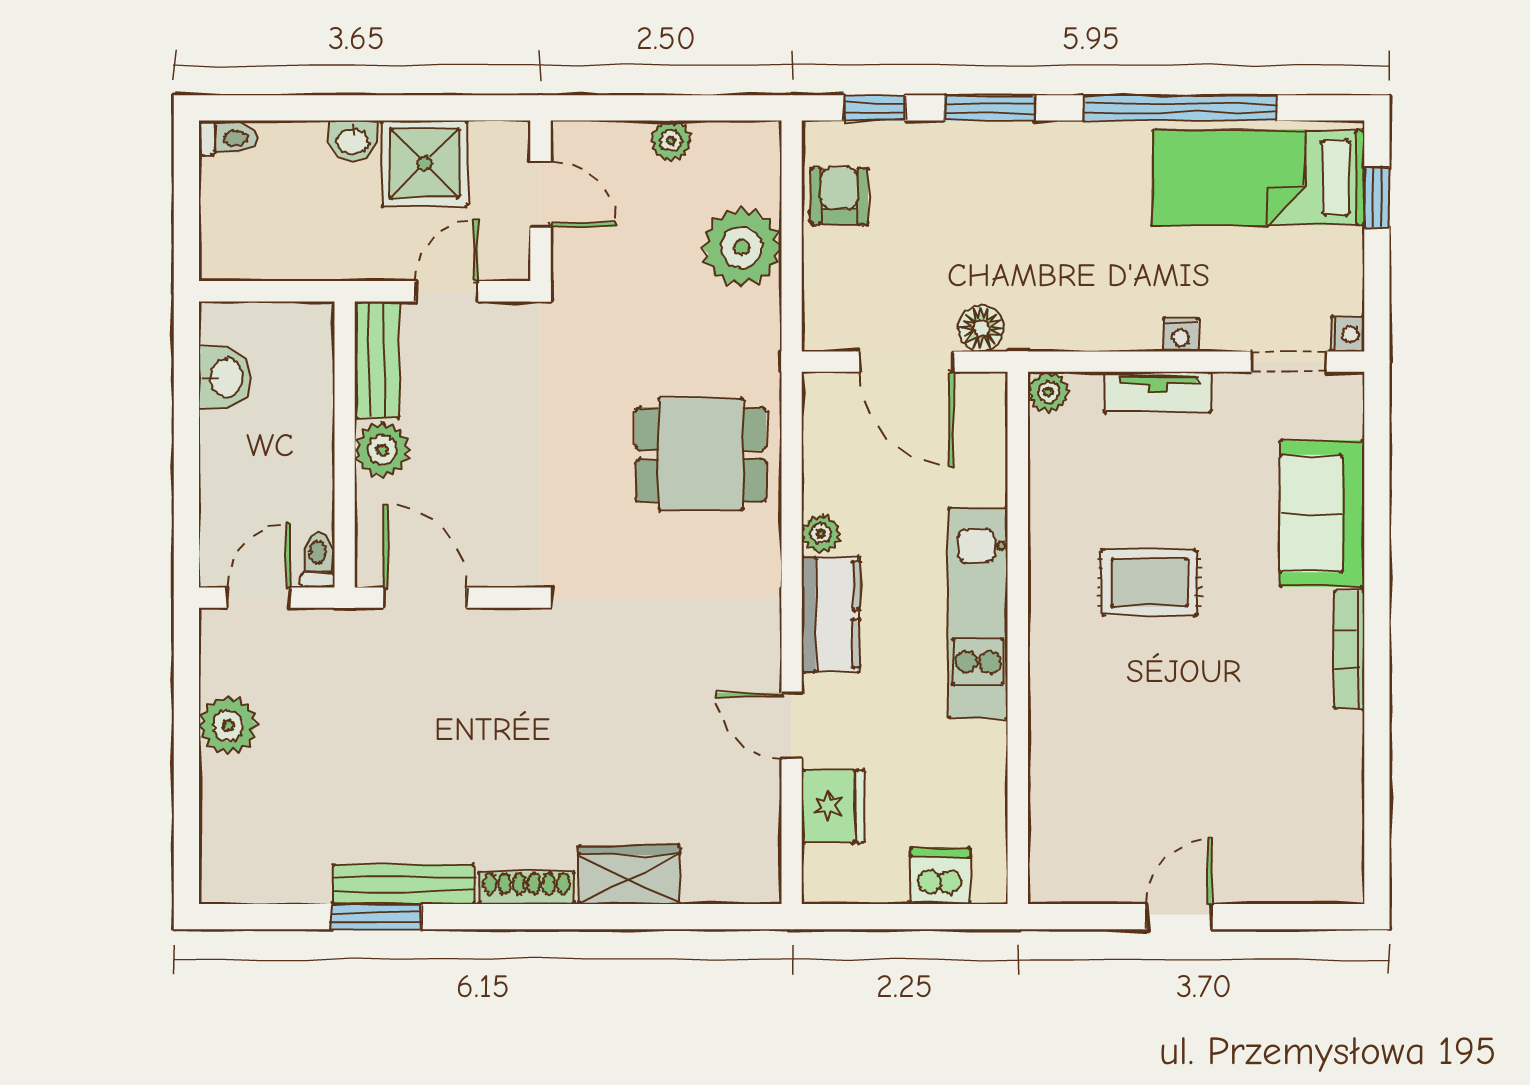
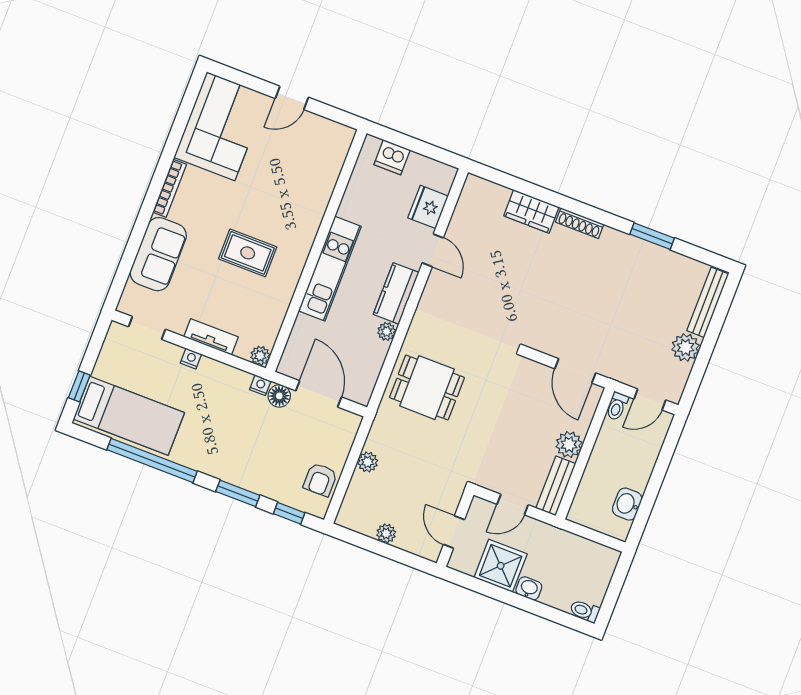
plant: (742, 247) -> (368, 462), width x0.53, depth x0.53
nightstand: (1348, 334) -> (260, 385), moved, turned 90
corner sofa: (1296, 809) -> (221, 126), added
bench: (404, 884) -> (708, 302), moved, turned 90

